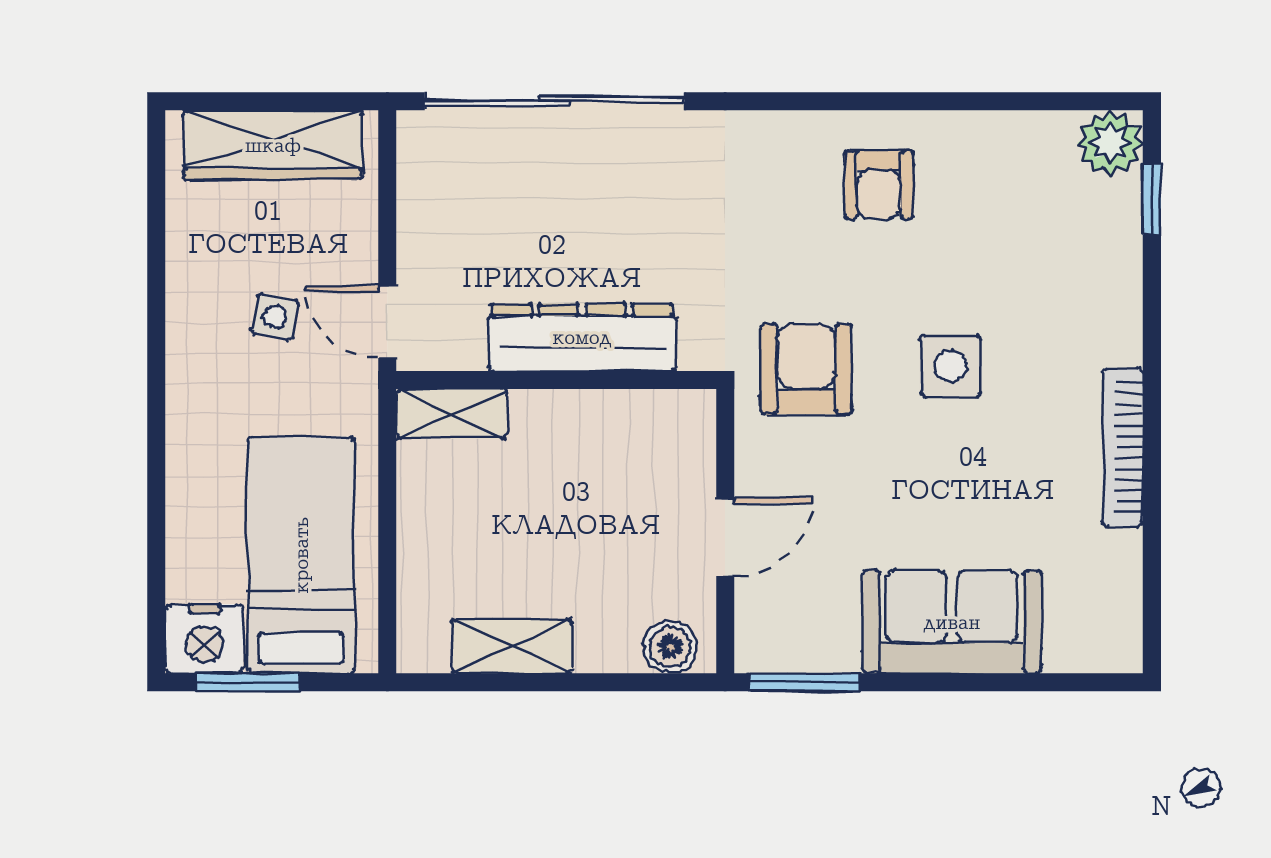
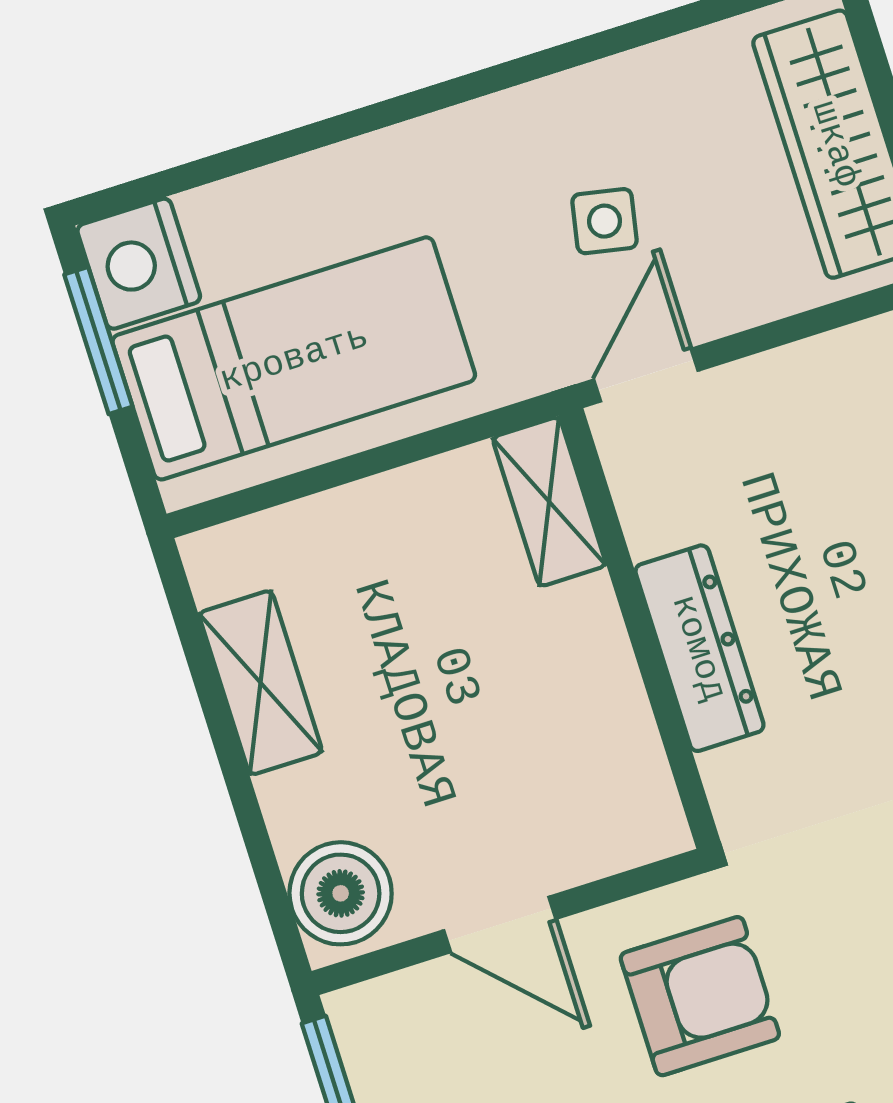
dresser: (582, 337) -> (699, 648), width x0.73, depth x0.80
armchair: (806, 369) -> (700, 996), moved
boiler: (670, 647) -> (341, 893), width x1.36, depth x1.36

